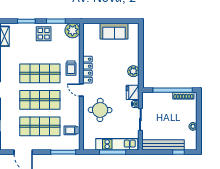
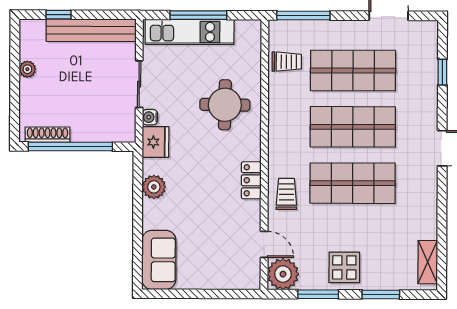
sofa: (114, 31) -> (159, 260), moved, turned 90
locker: (88, 70) -> (251, 180), width x0.66
door: (81, 90) -> (264, 244), moved

